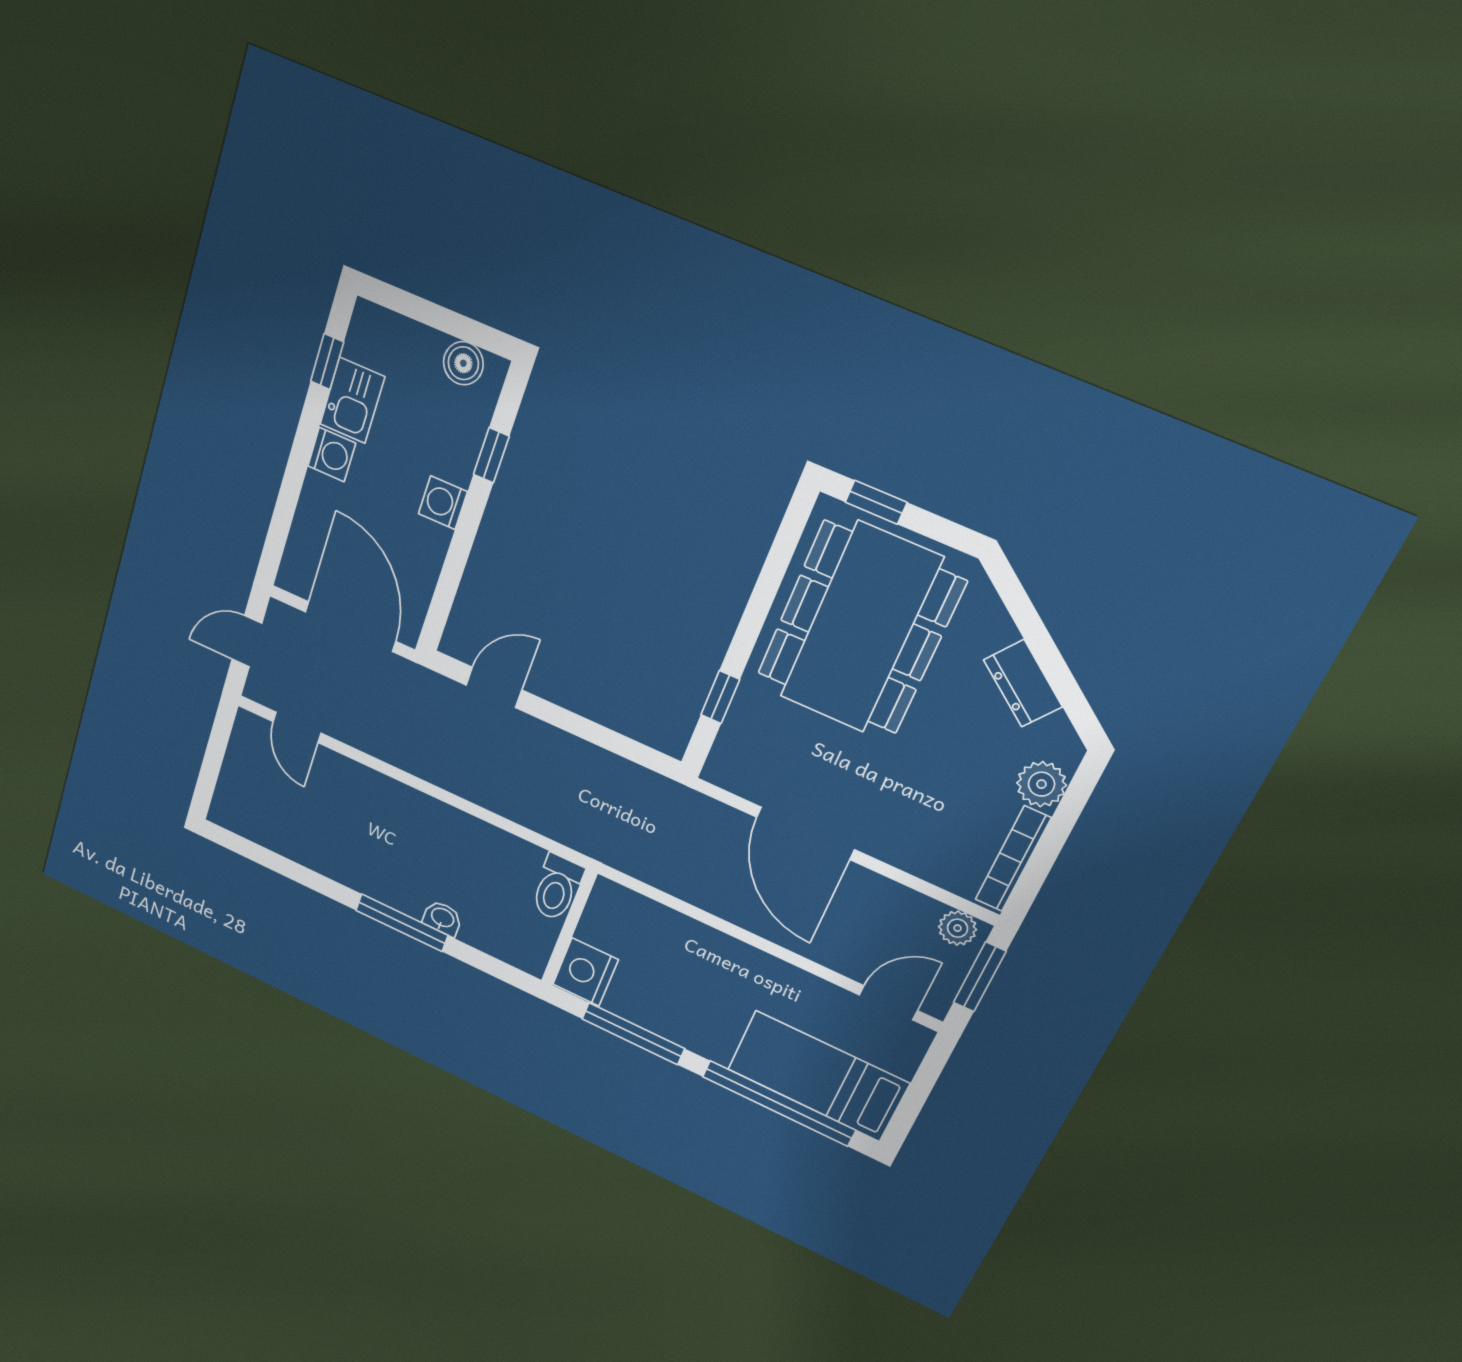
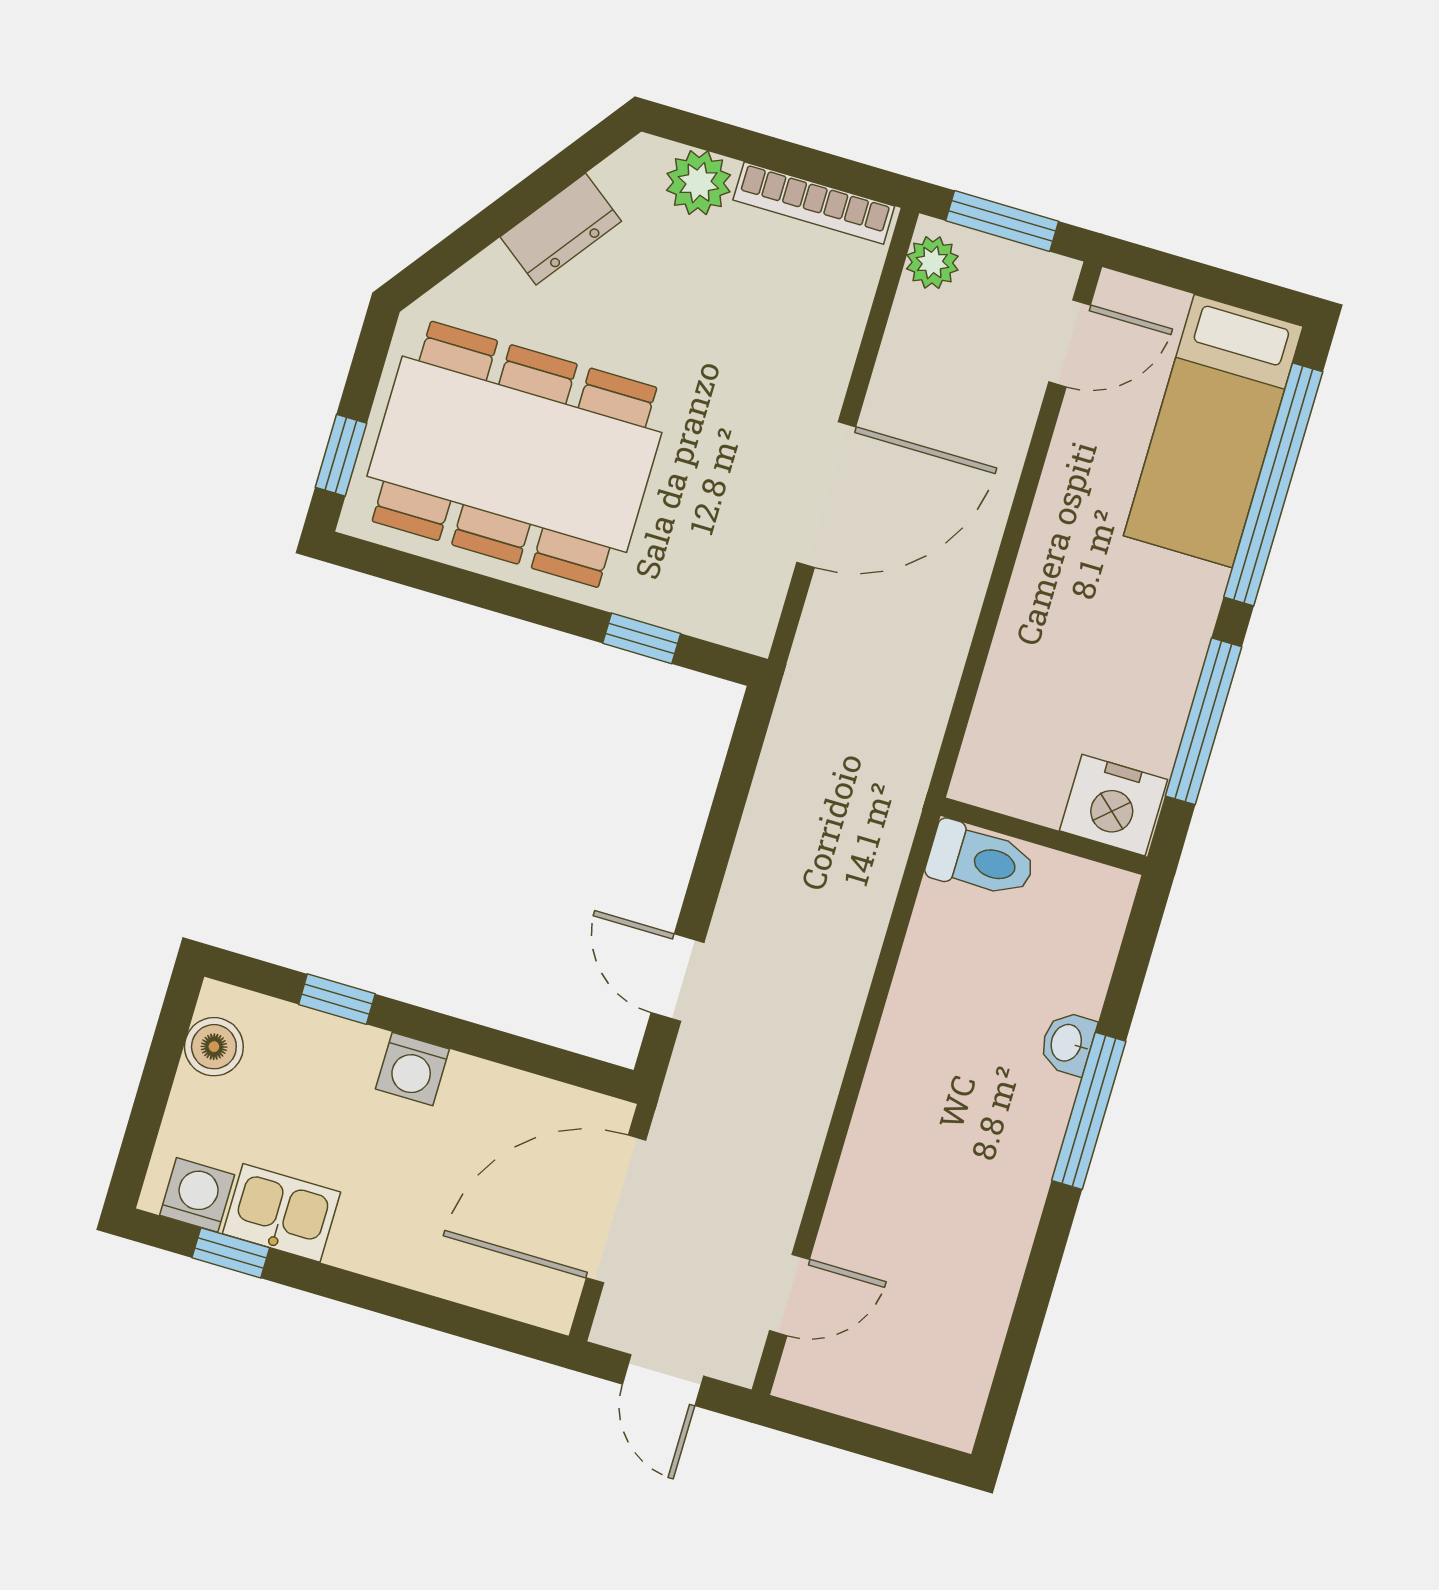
washing machine: (332, 455) -> (197, 1195), moved
door: (888, 1003) -> (1070, 343), swing flipped

